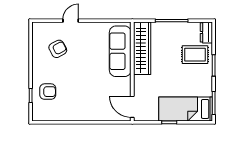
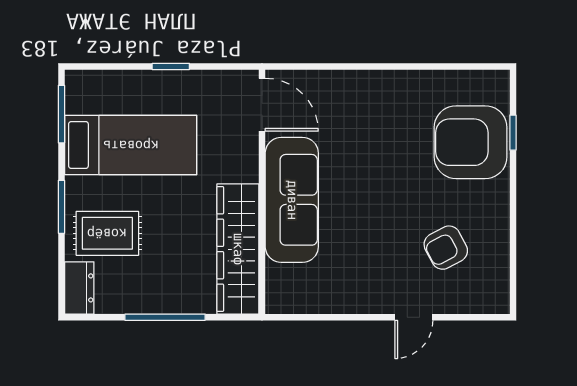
sofa: (120, 51) -> (292, 200), moved
armchair: (48, 92) -> (471, 142), width x1.88, depth x1.88
bed: (186, 109) -> (131, 145), moved

